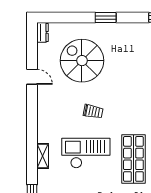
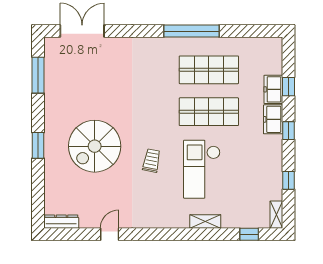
dresser: (43, 32) -> (61, 222), width x1.44
spiral stairs: (82, 61) -> (95, 146), moved

